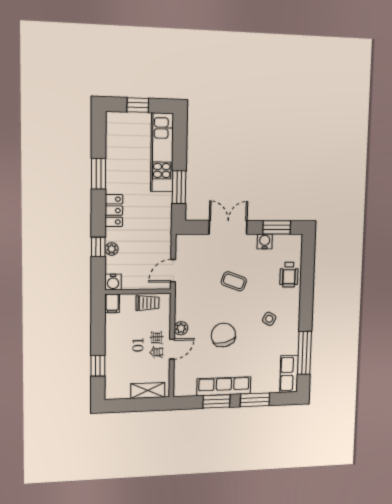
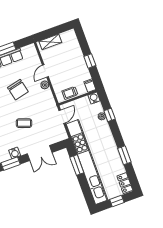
kitchen unit: (162, 152) -> (87, 162), width x1.86
locker: (114, 211) -> (125, 183), moved
window: (98, 366) -> (90, 61), moved

